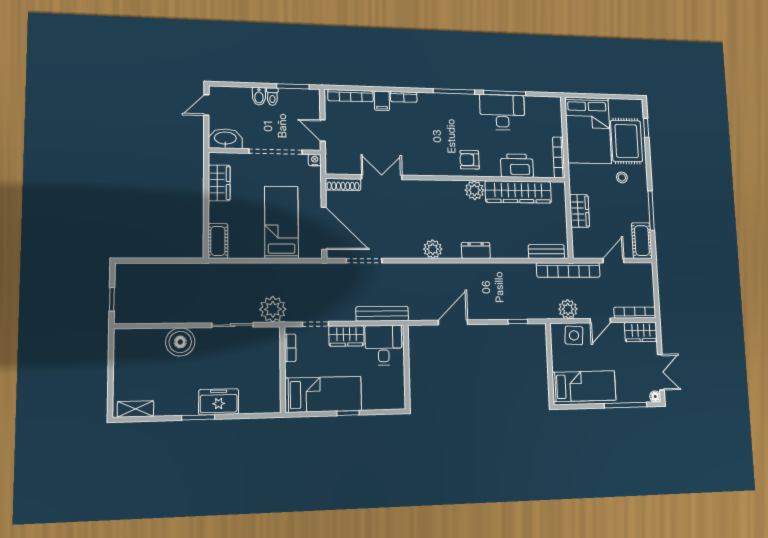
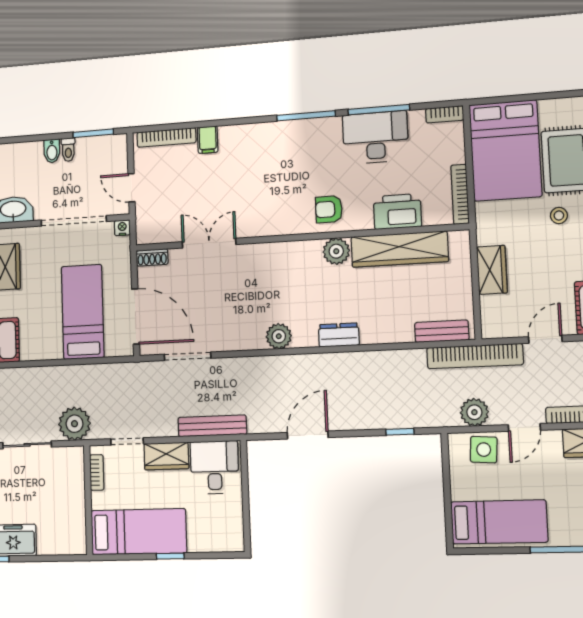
bookcase: (404, 97) -> (445, 114), moved
shoe rack: (343, 184) -> (152, 257), width x0.70

